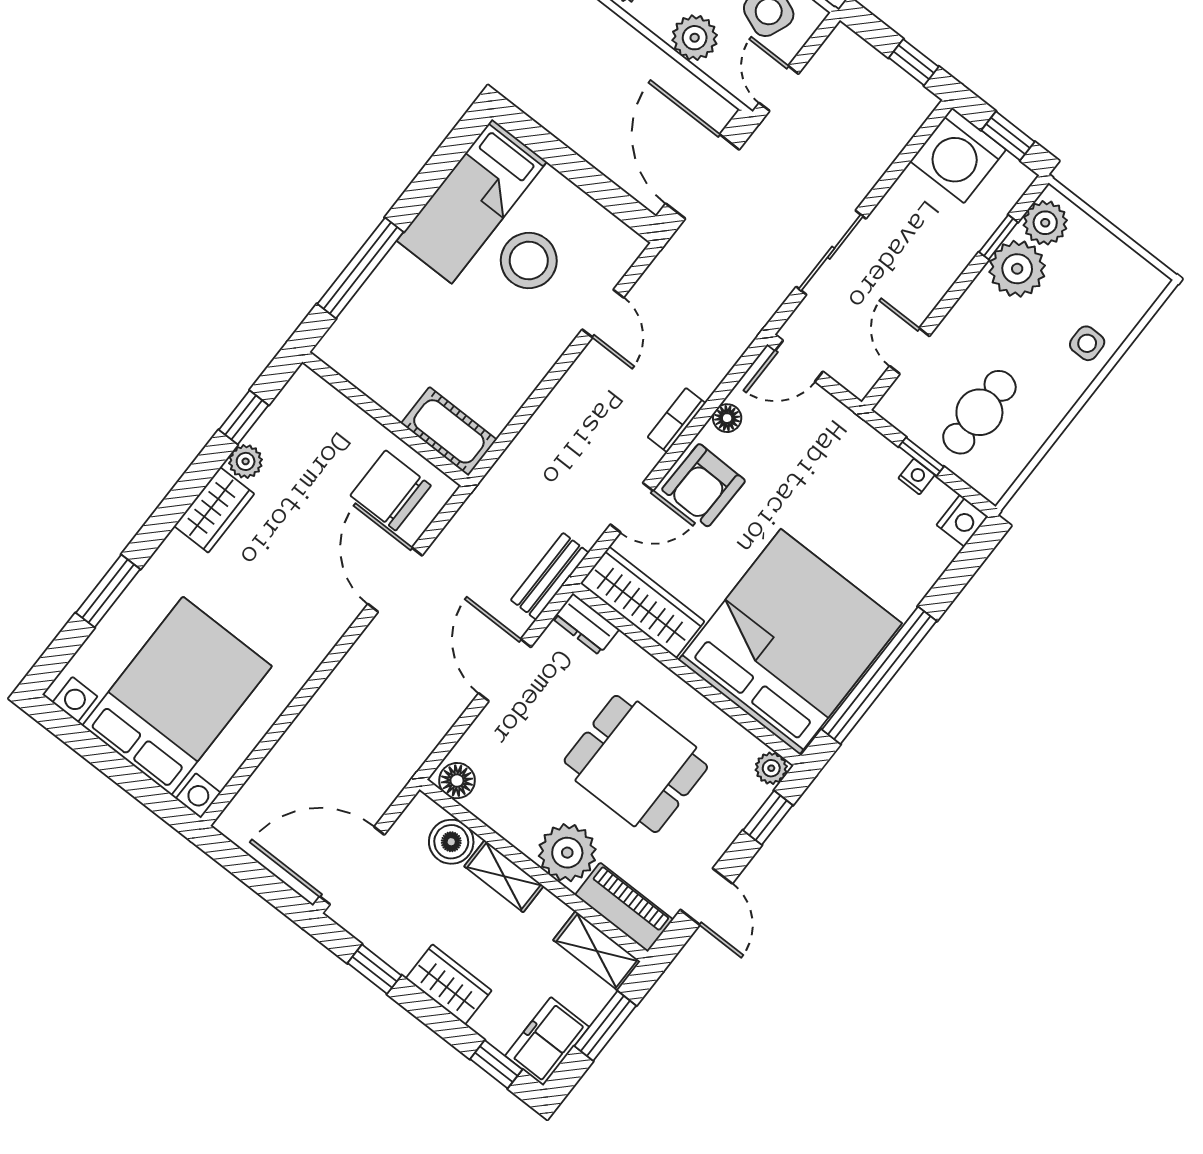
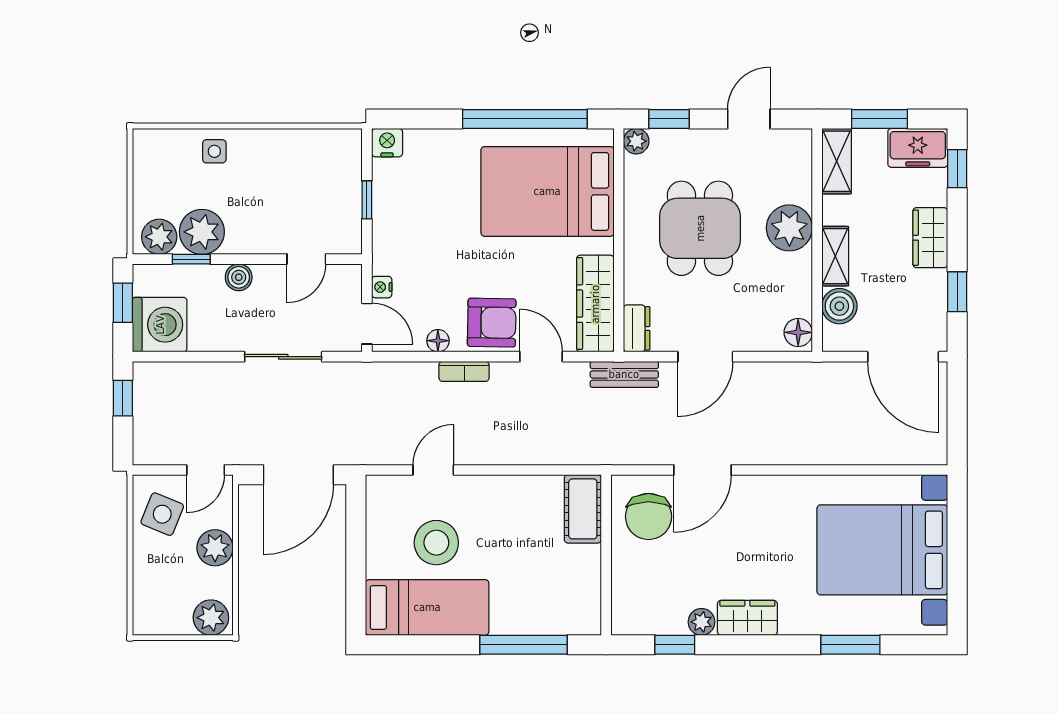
boiler: (944, 270) -> (239, 277), added
cafe table: (979, 412) -> (310, 185), removed
nightstand: (917, 477) -> (382, 287), moved
bed: (790, 642) -> (547, 191), width x0.73
piano: (624, 907) -> (796, 165), removed

